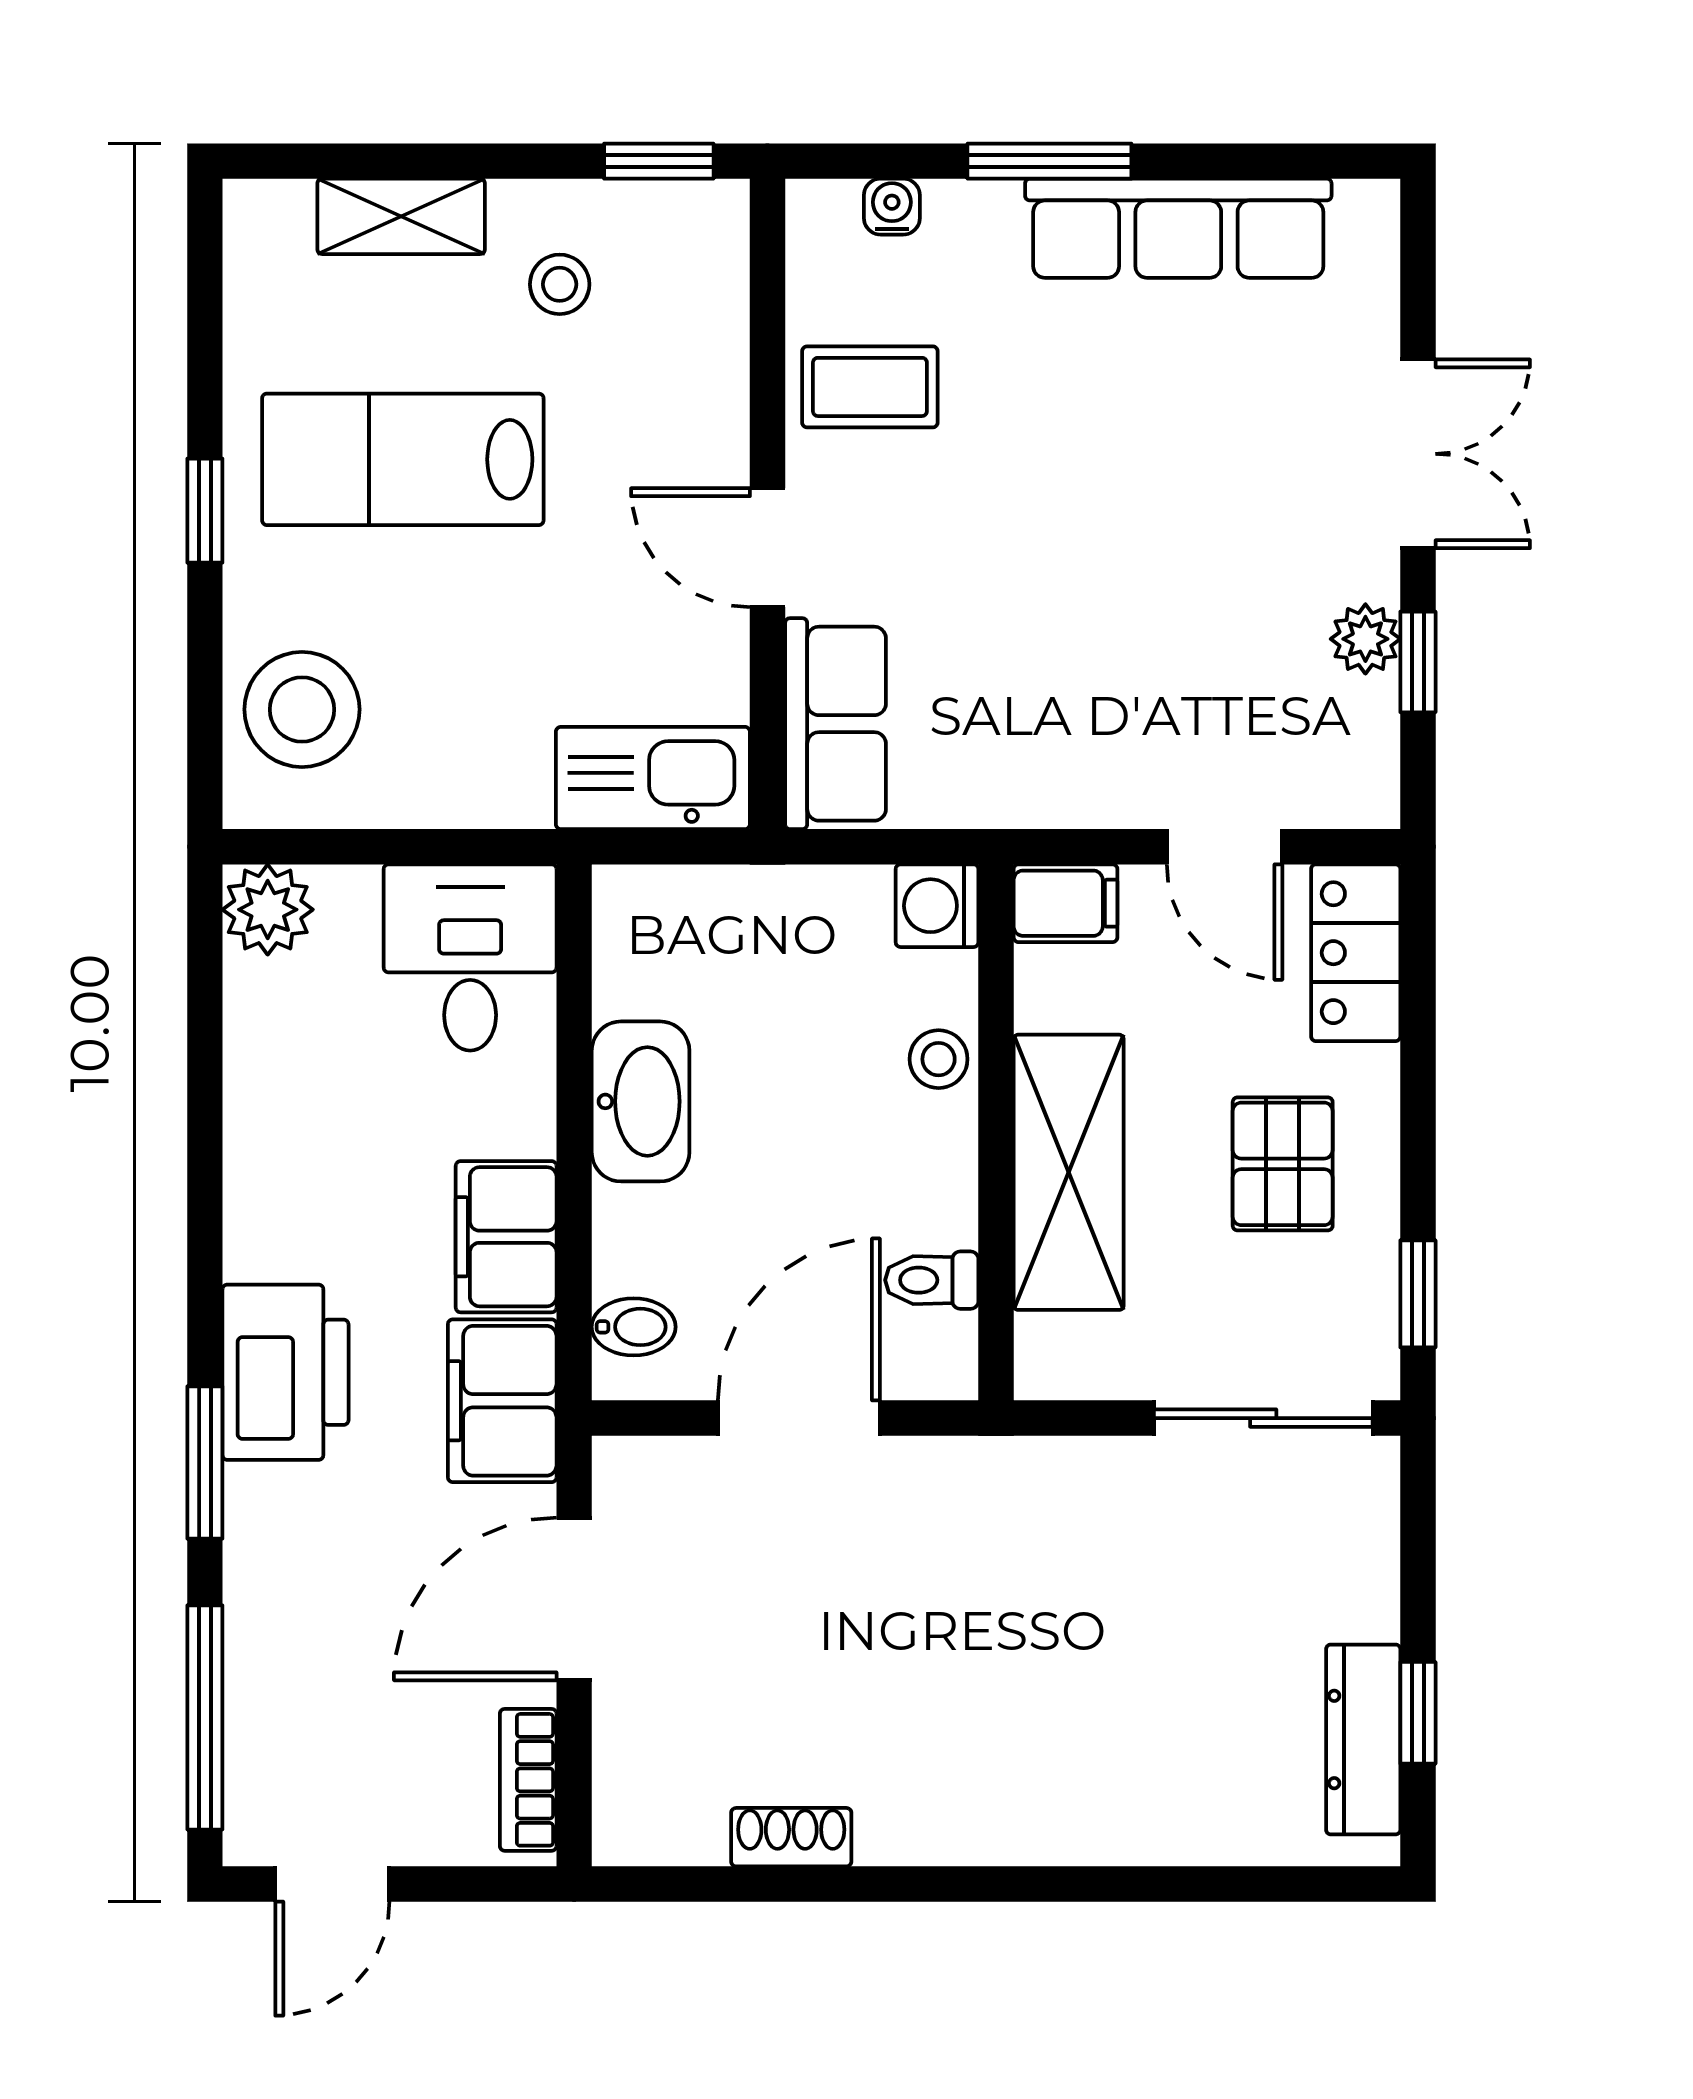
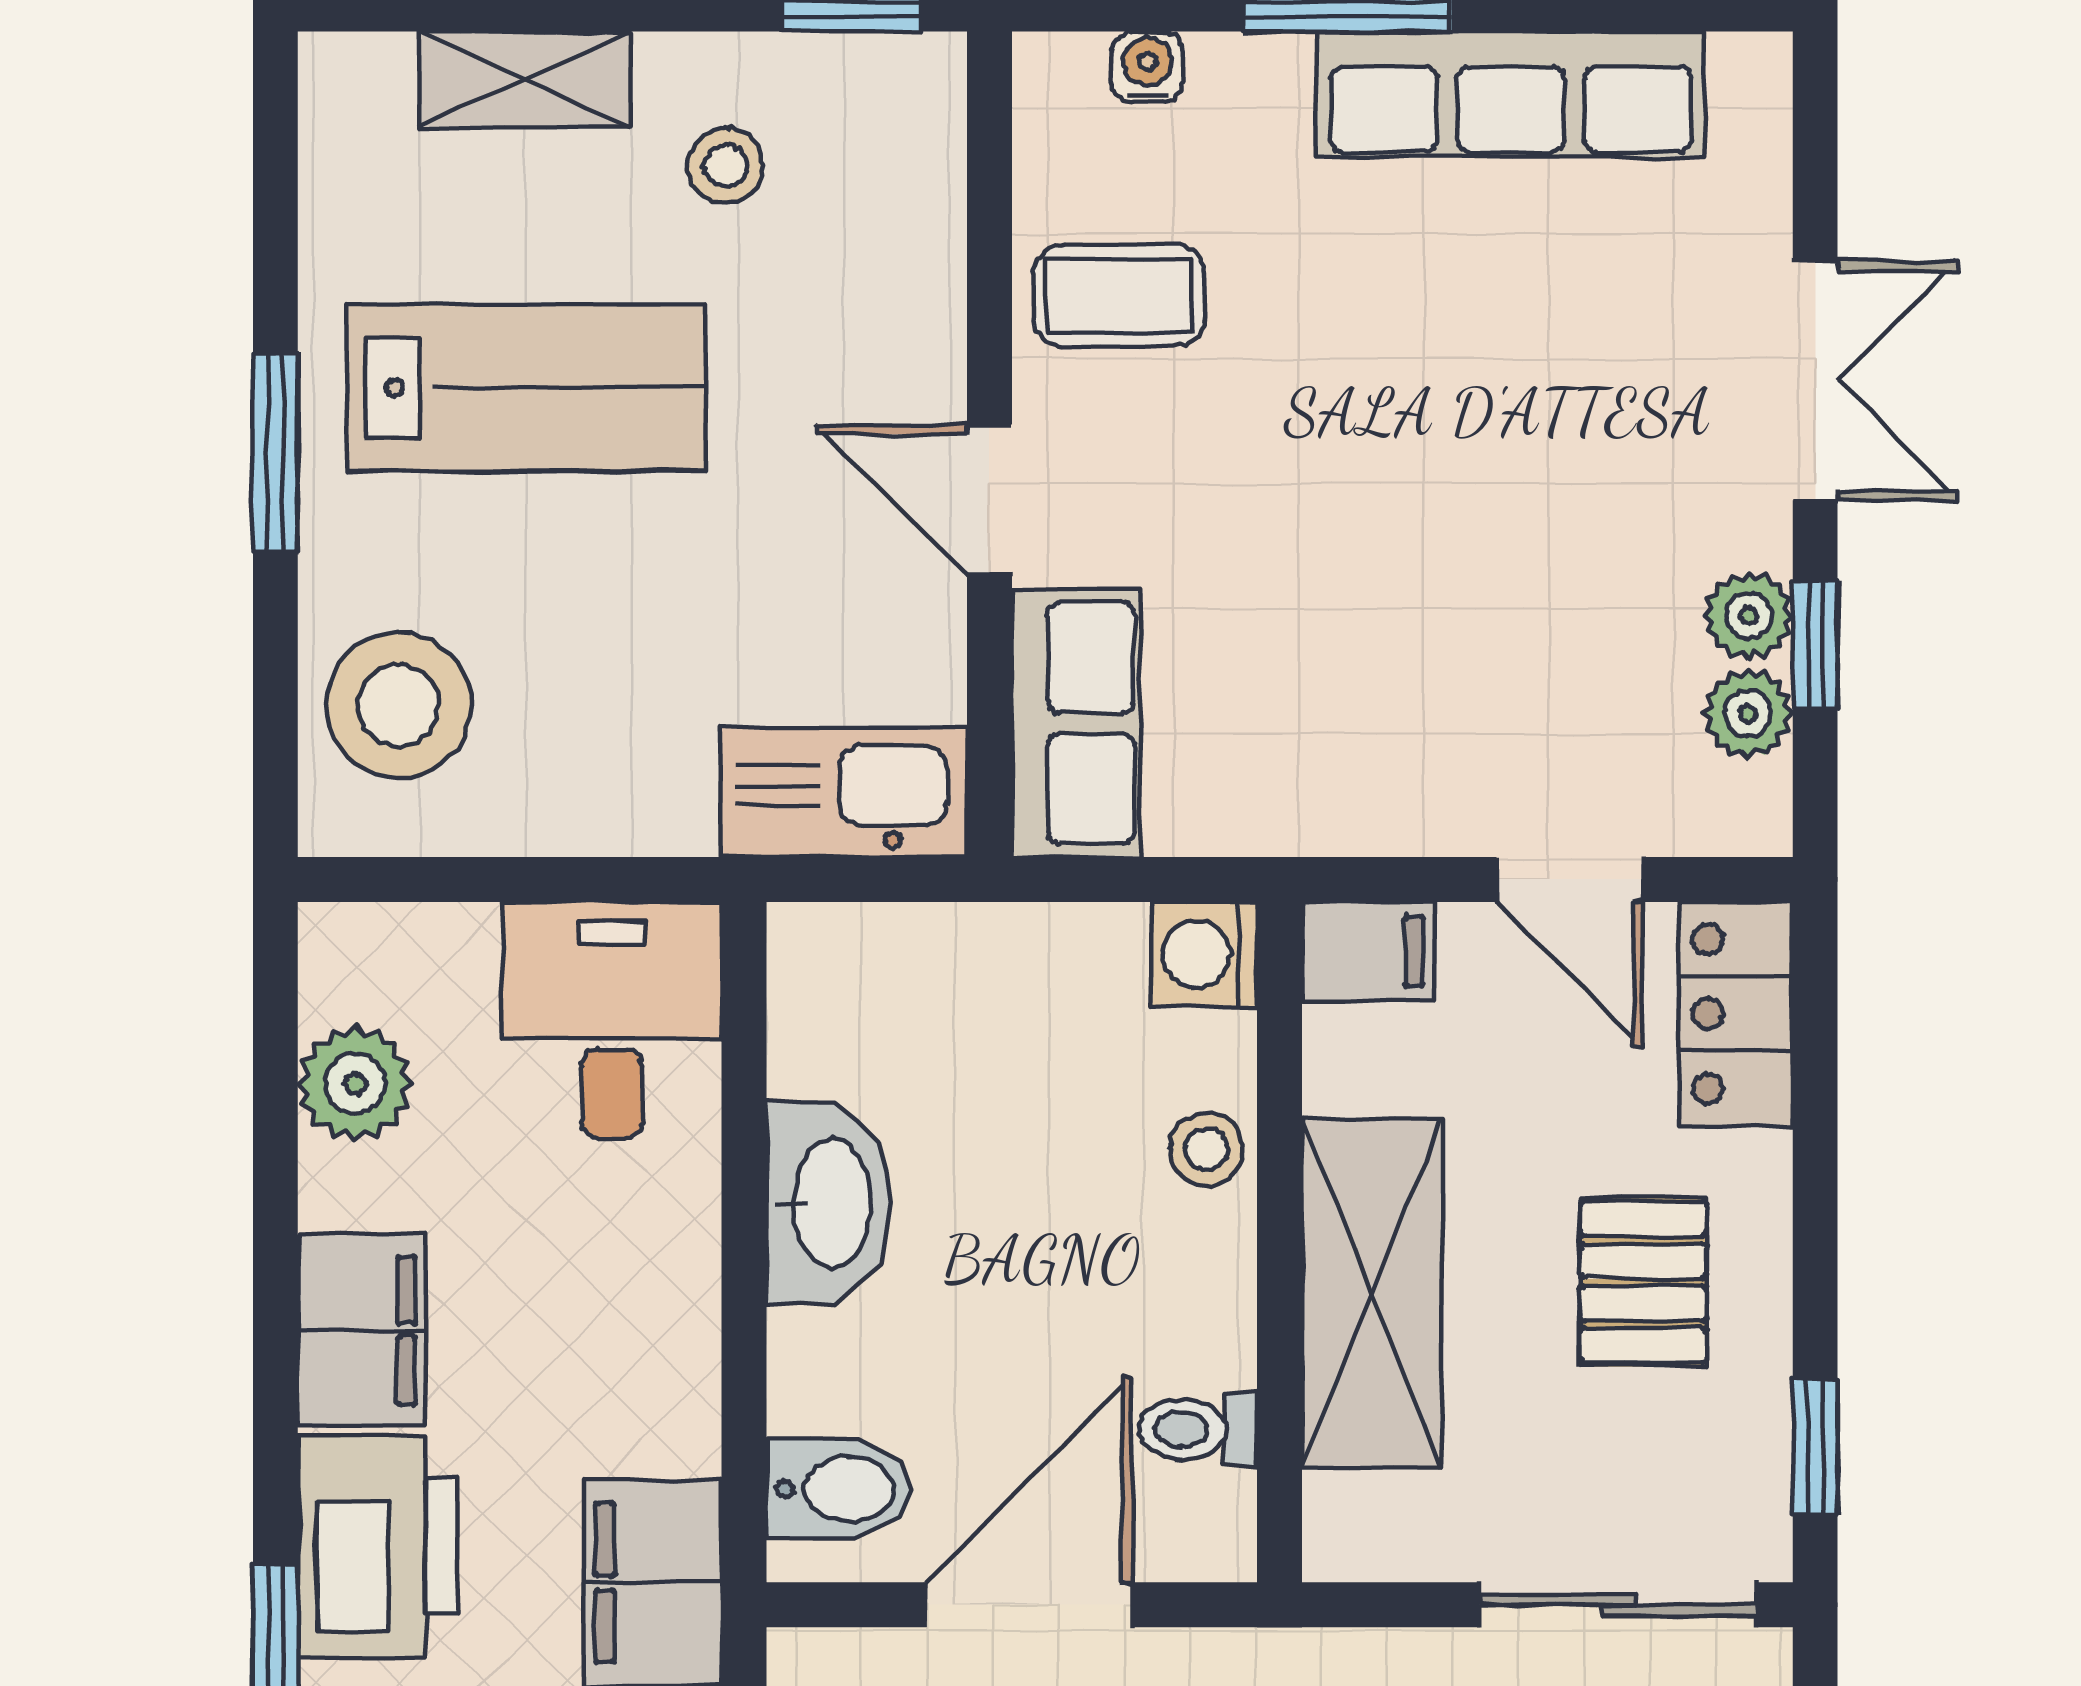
lab bench: (403, 459) -> (527, 388), turned 180
window: (205, 511) -> (275, 453), width x1.50
plant: (1365, 716) -> (1748, 714), added
plant: (268, 910) -> (355, 1084), moved
filing cabinet: (506, 1237) -> (362, 1330), moved, turned 180
bidet: (634, 1327) -> (839, 1489), width x1.38, depth x1.36

